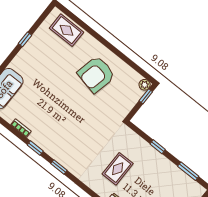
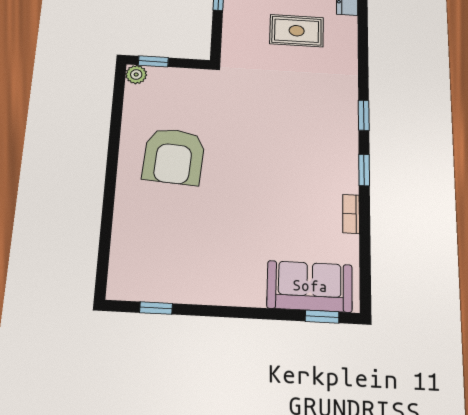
rug: (67, 30) -> (134, 252), removed
window: (25, 39) -> (156, 308), moved
armchair: (96, 74) -> (174, 156), turned 82

